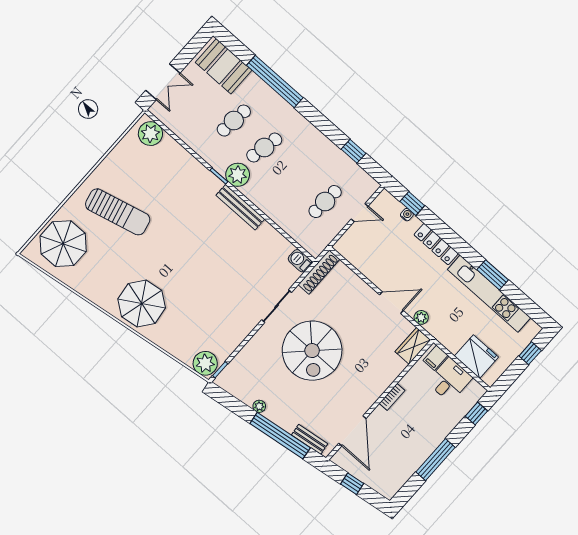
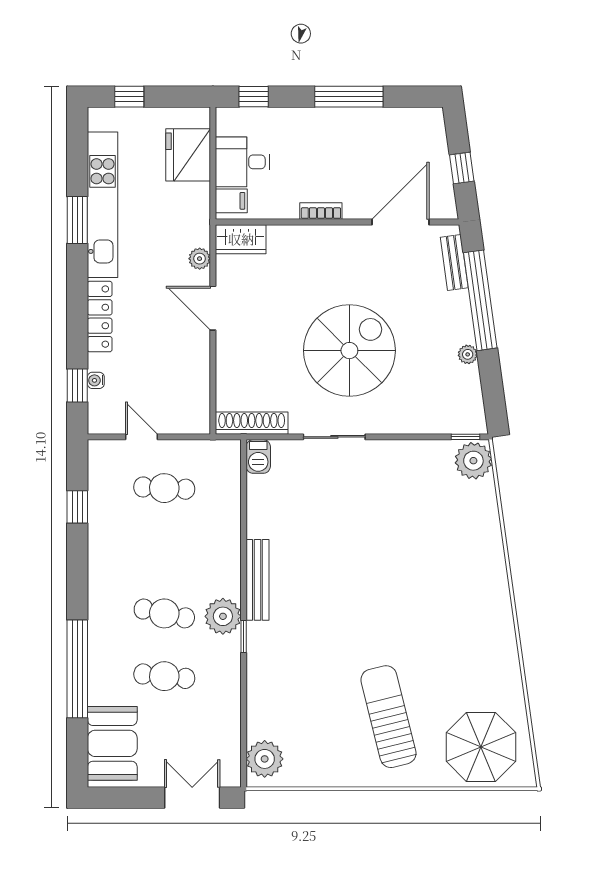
parasol: (142, 303) -> (470, 595), removed

